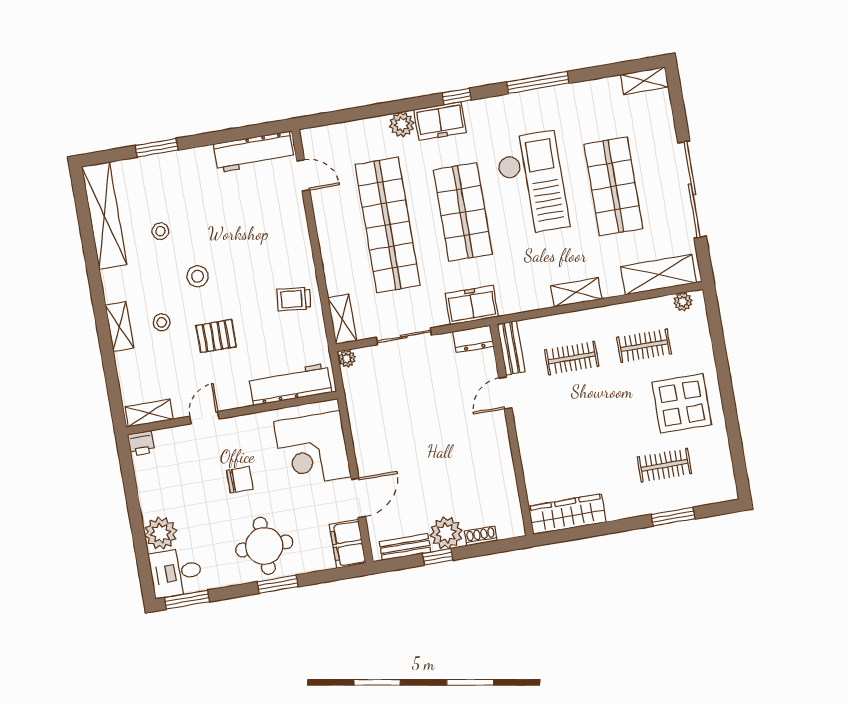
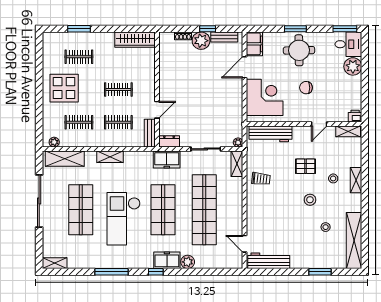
clothes rail: (582, 418) -> (118, 89), added

